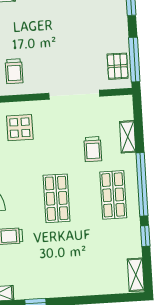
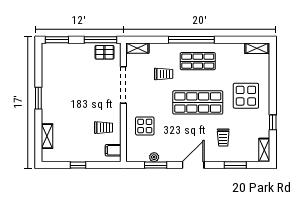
shelving: (128, 137) -> (137, 48), moved
shop shelf: (57, 198) -> (198, 102), width x1.43, depth x1.36
window: (145, 236) -> (229, 40), removed
display table: (70, 264) -> (246, 96), added

